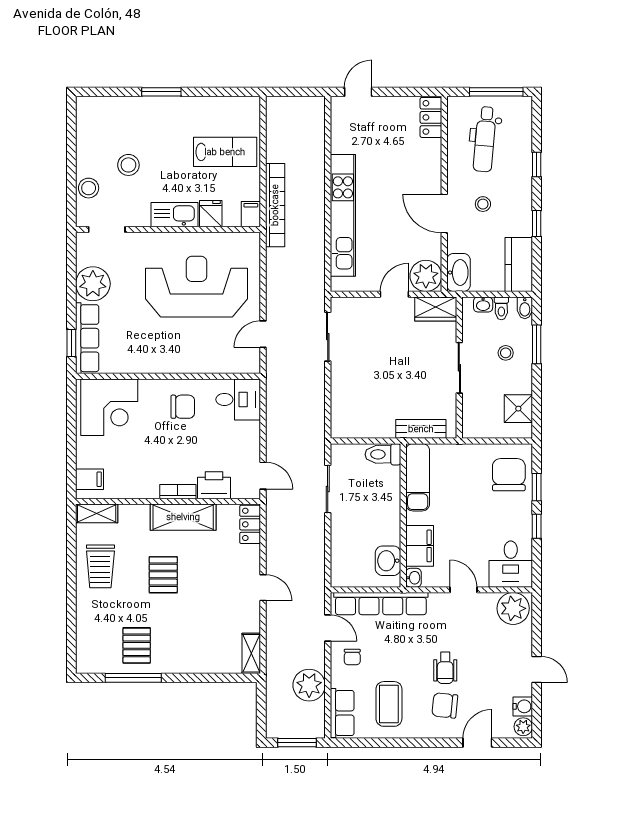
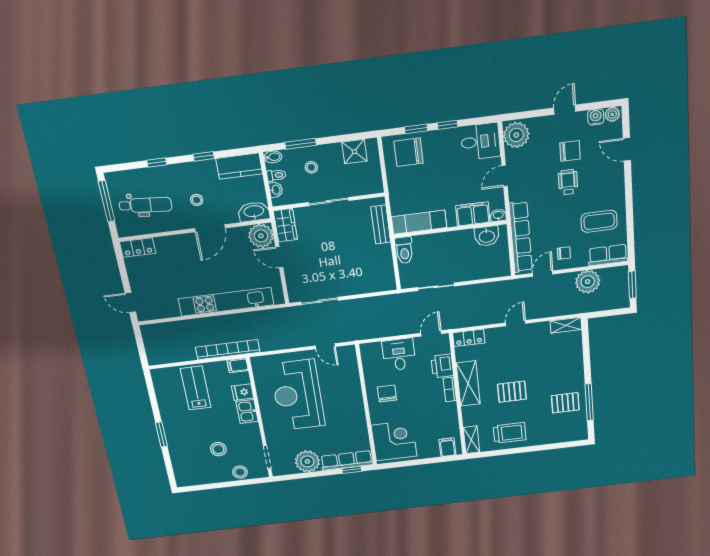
kitchen sink: (174, 215) -> (247, 411), width x0.73
desk: (238, 399) -> (399, 355), moved
wheelchair: (445, 668) -> (568, 182), turned -90
chair: (445, 705) -> (570, 151), moved, turned -96

